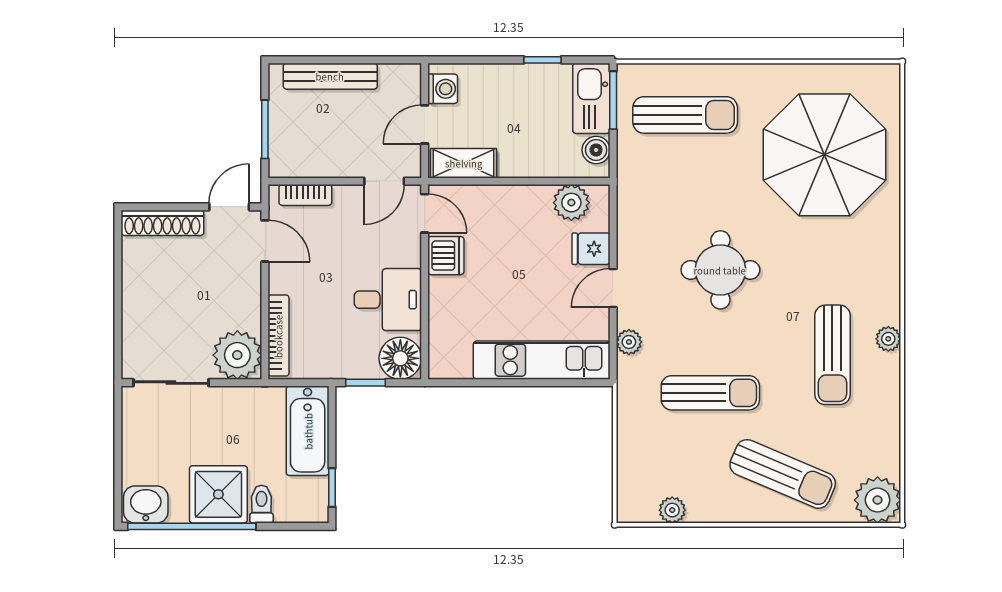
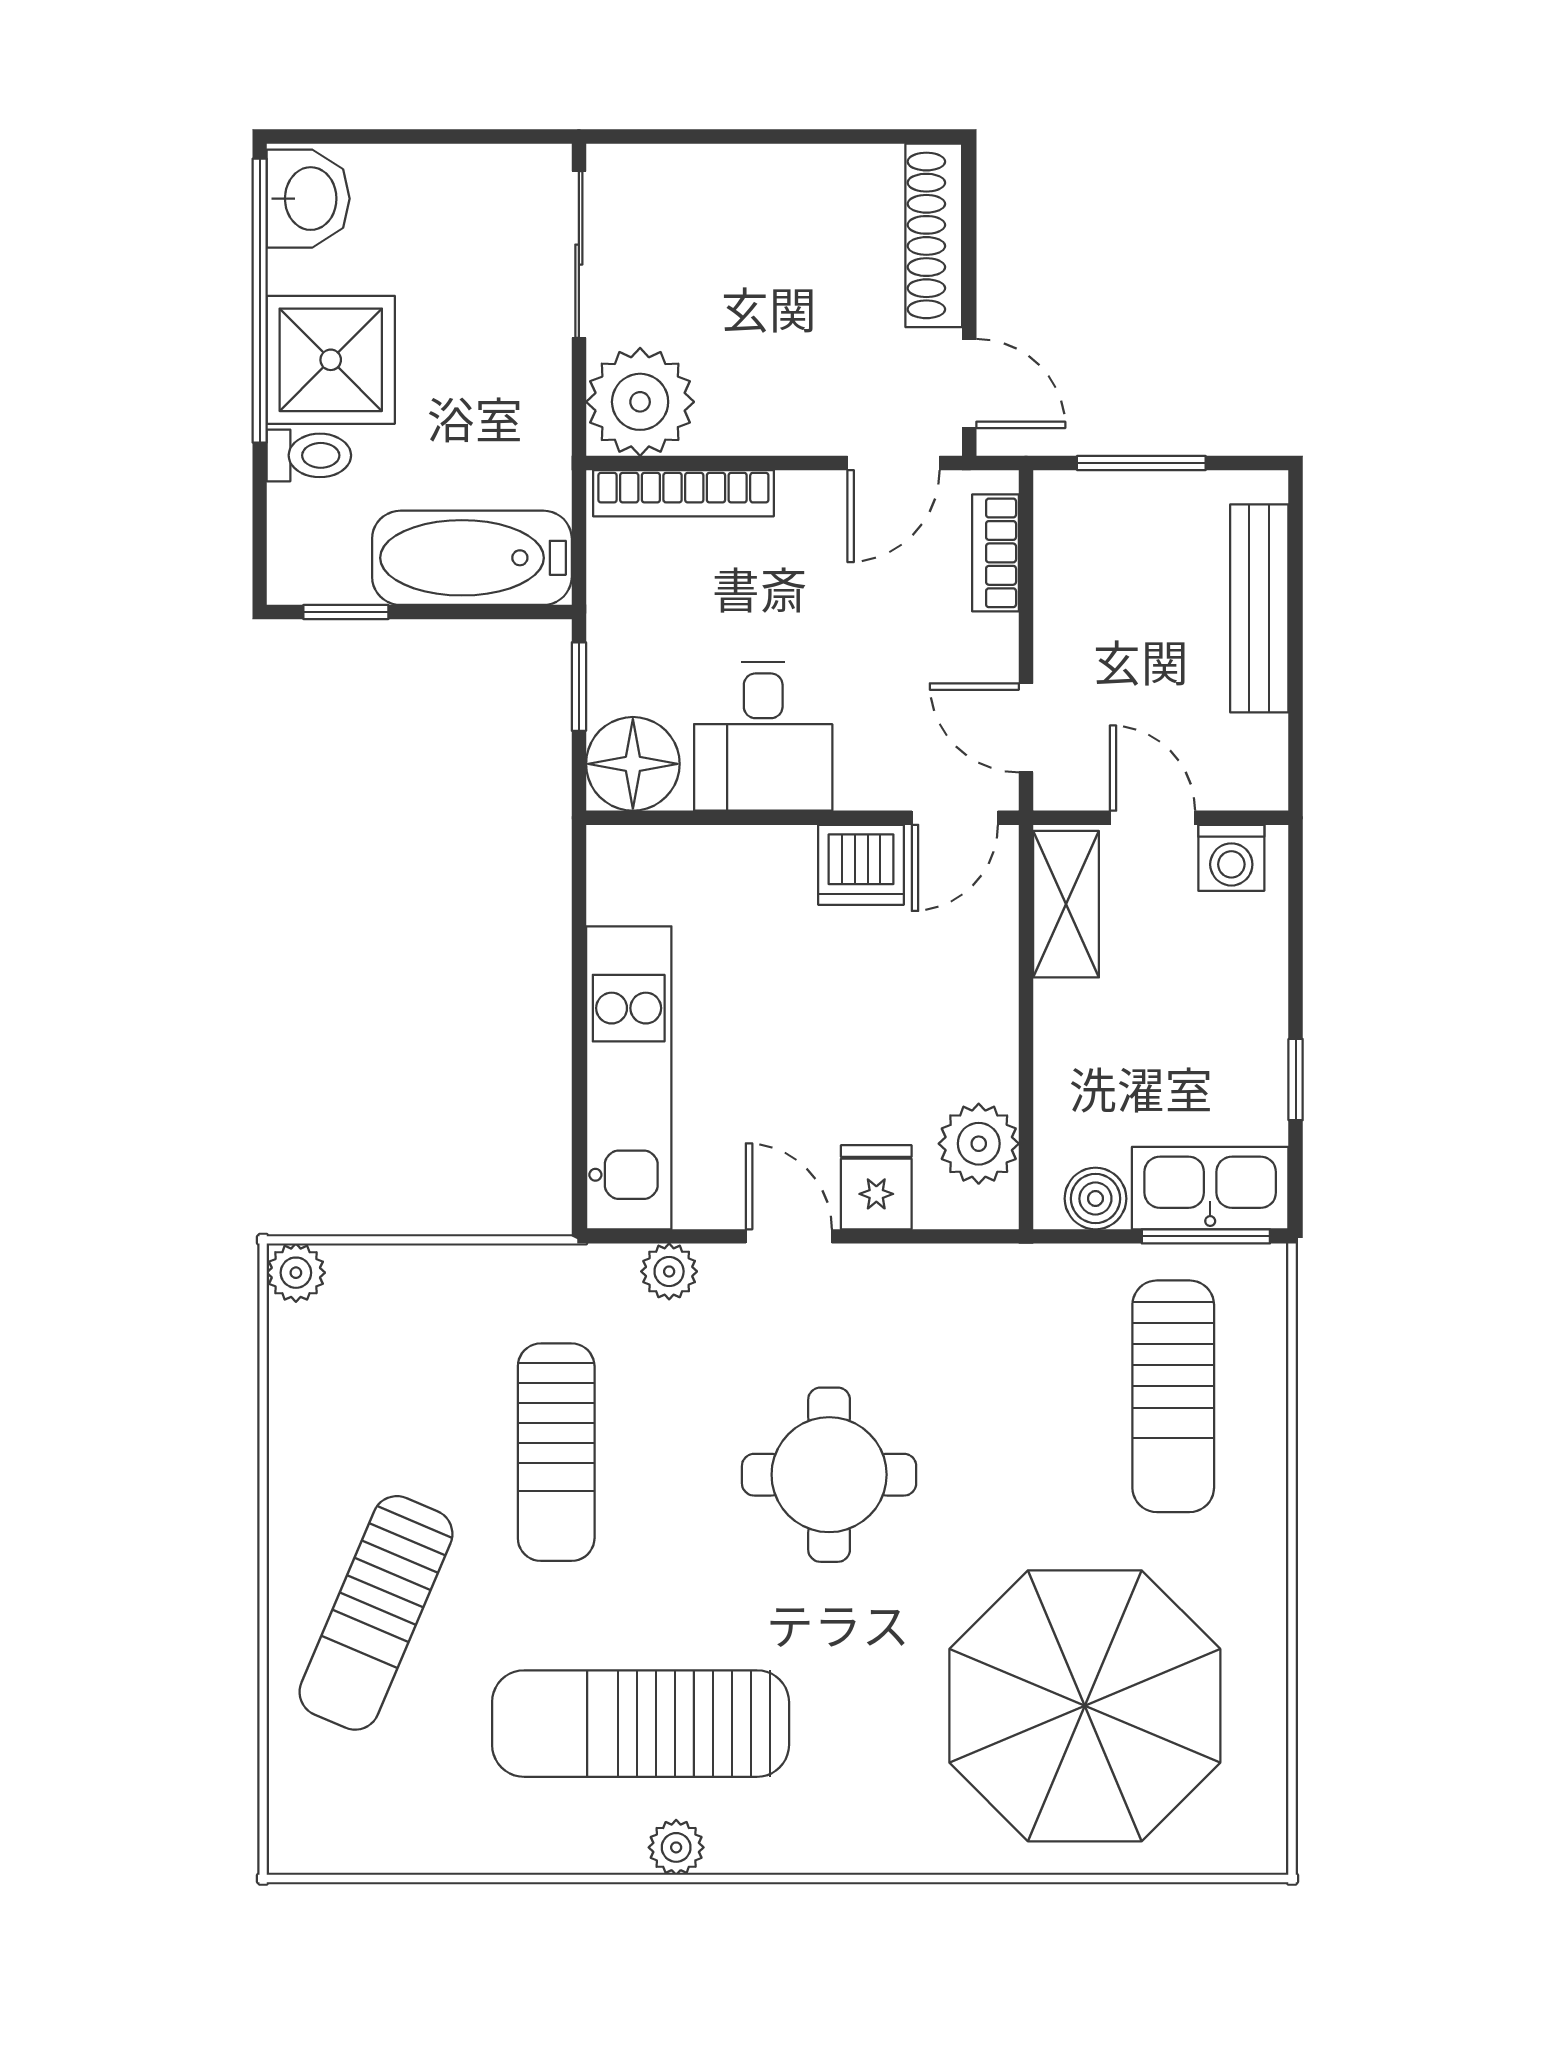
sun lounger: (832, 355) -> (641, 1724), width x1.36, depth x1.34
plant: (878, 500) -> (318, 1824), removed
plant: (672, 510) -> (296, 1273), moved

